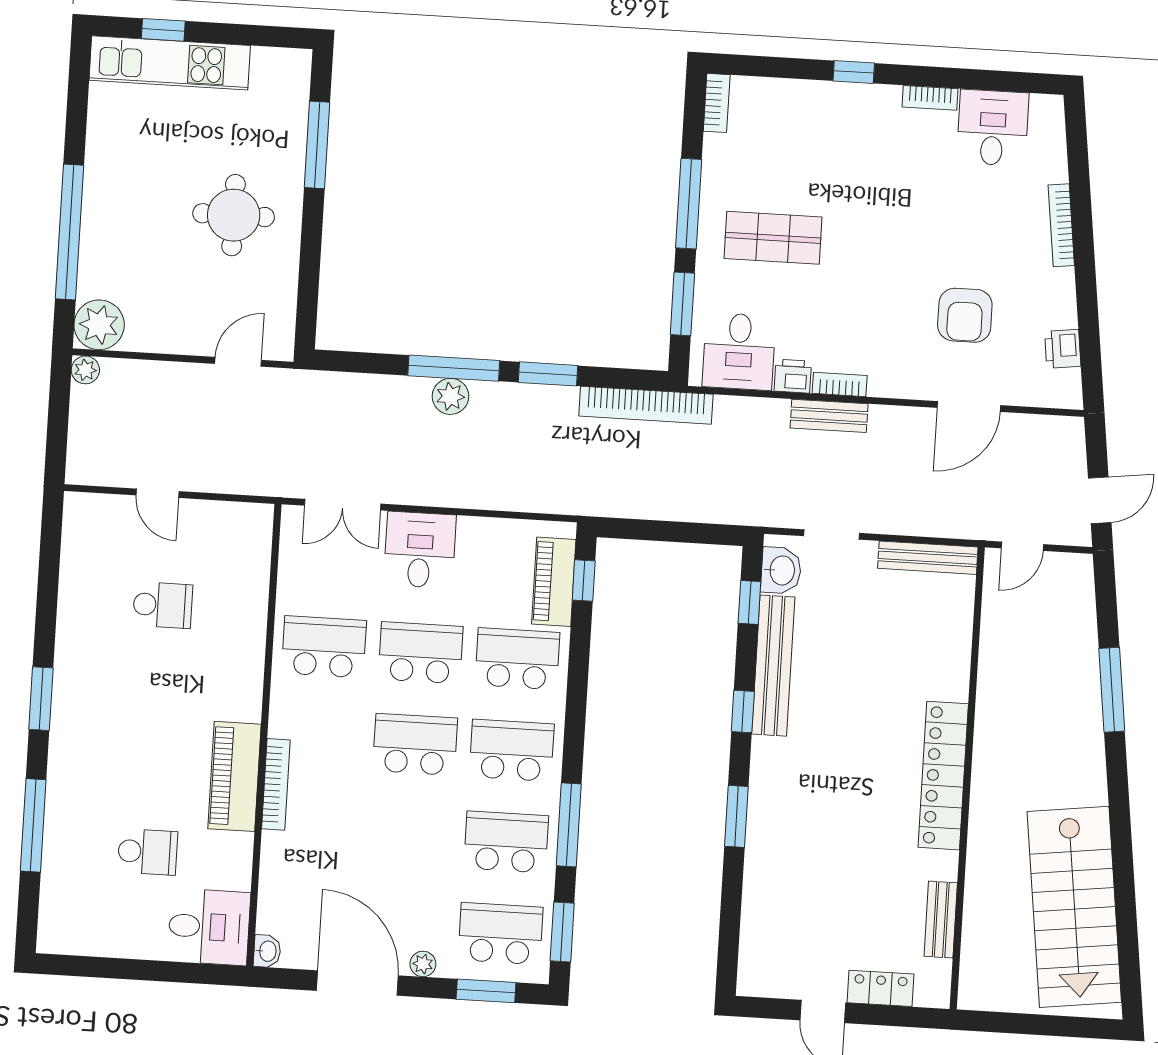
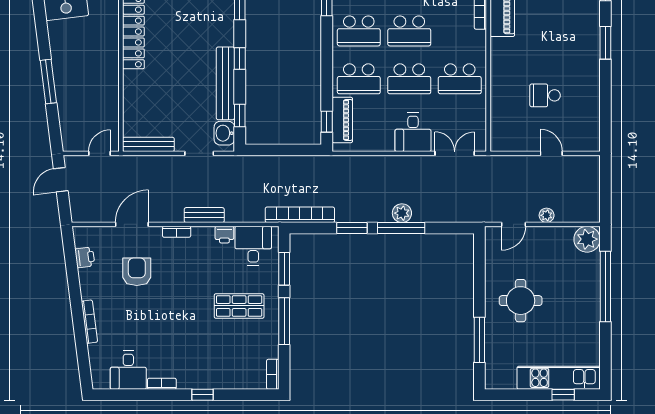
plant: (85, 370) -> (547, 215), moved
bookcase: (840, 384) -> (177, 232), moved

